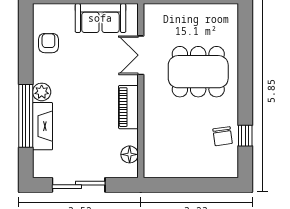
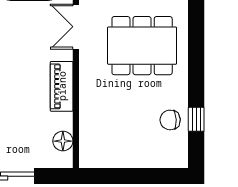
chair: (223, 136) -> (170, 120), turned 95

